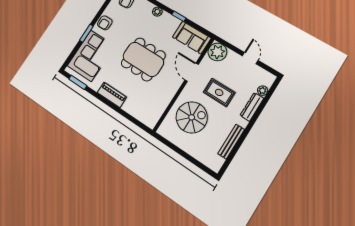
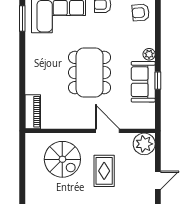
sofa: (192, 38) -> (143, 82), moved
door: (192, 72) -> (107, 131), hinge flipped
piano: (112, 95) -> (33, 112), moved

